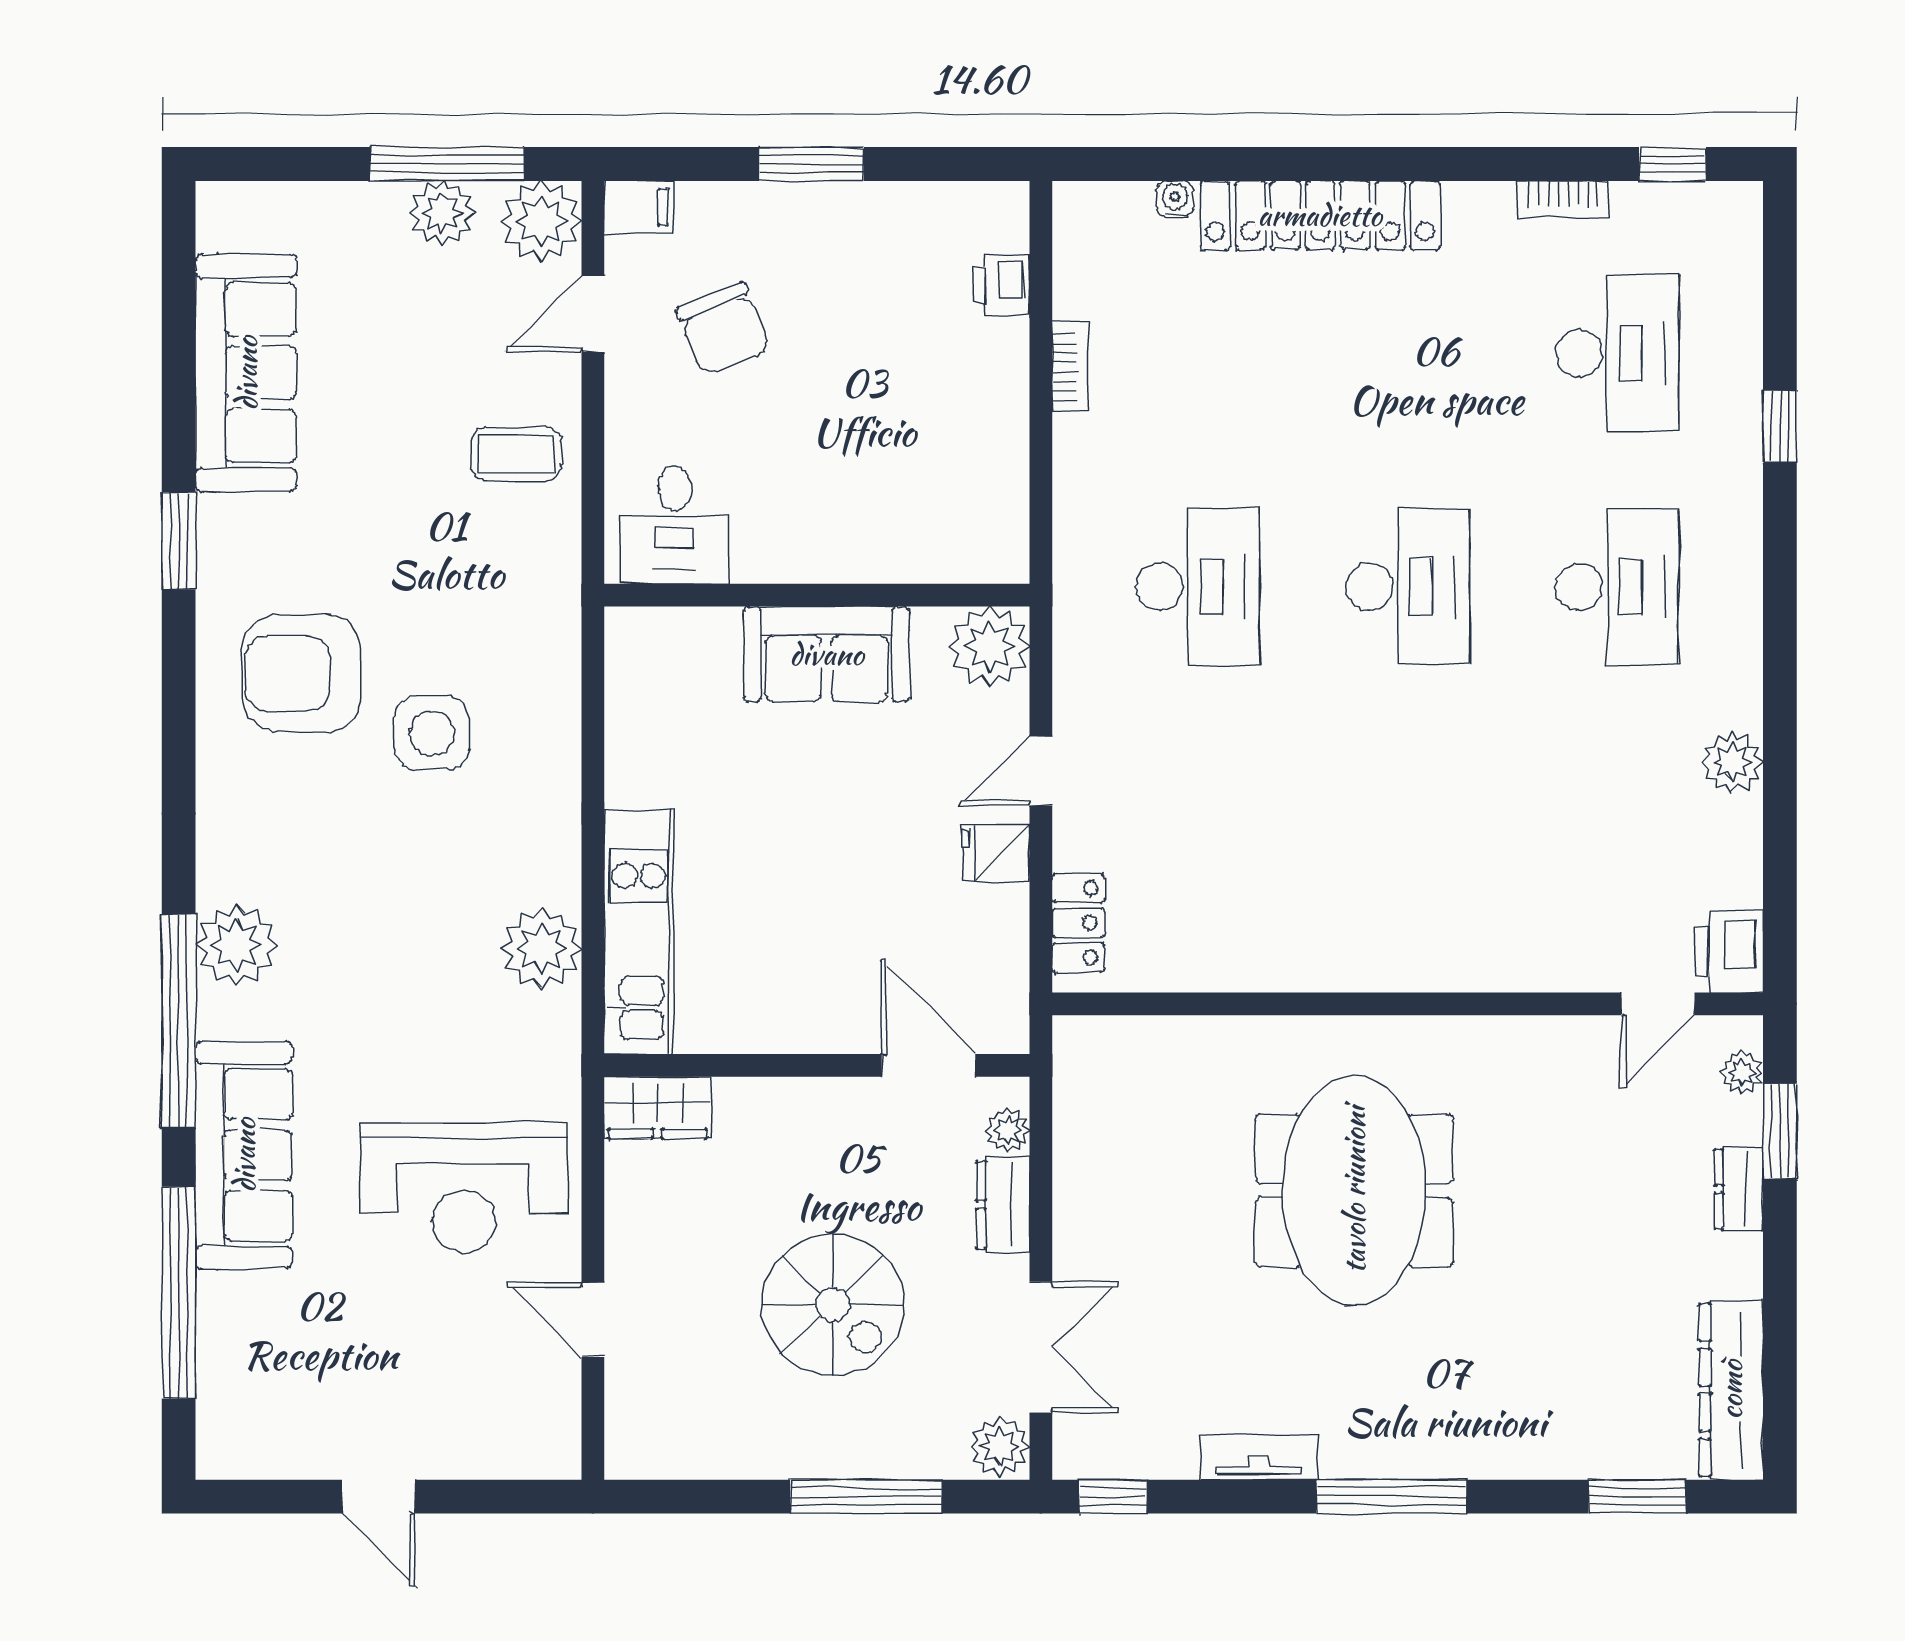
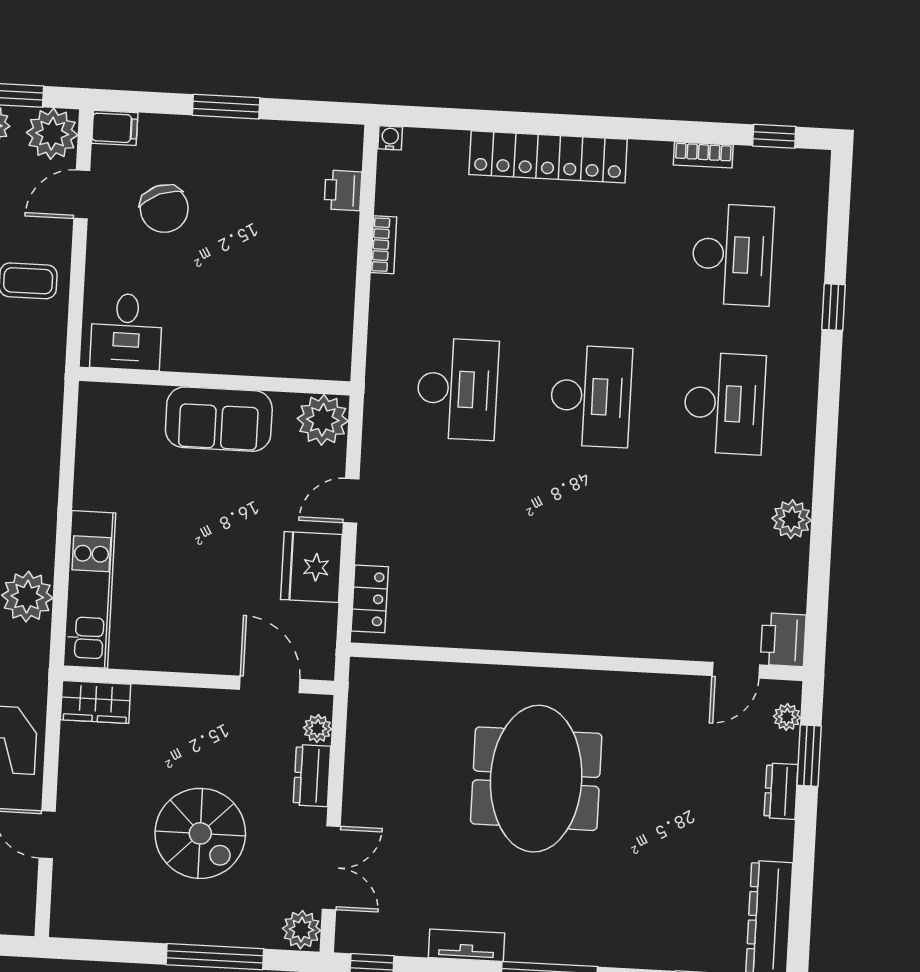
water cooler: (1175, 199) -> (390, 138), moved
fridge: (996, 853) -> (311, 567), width x1.88, depth x1.34

